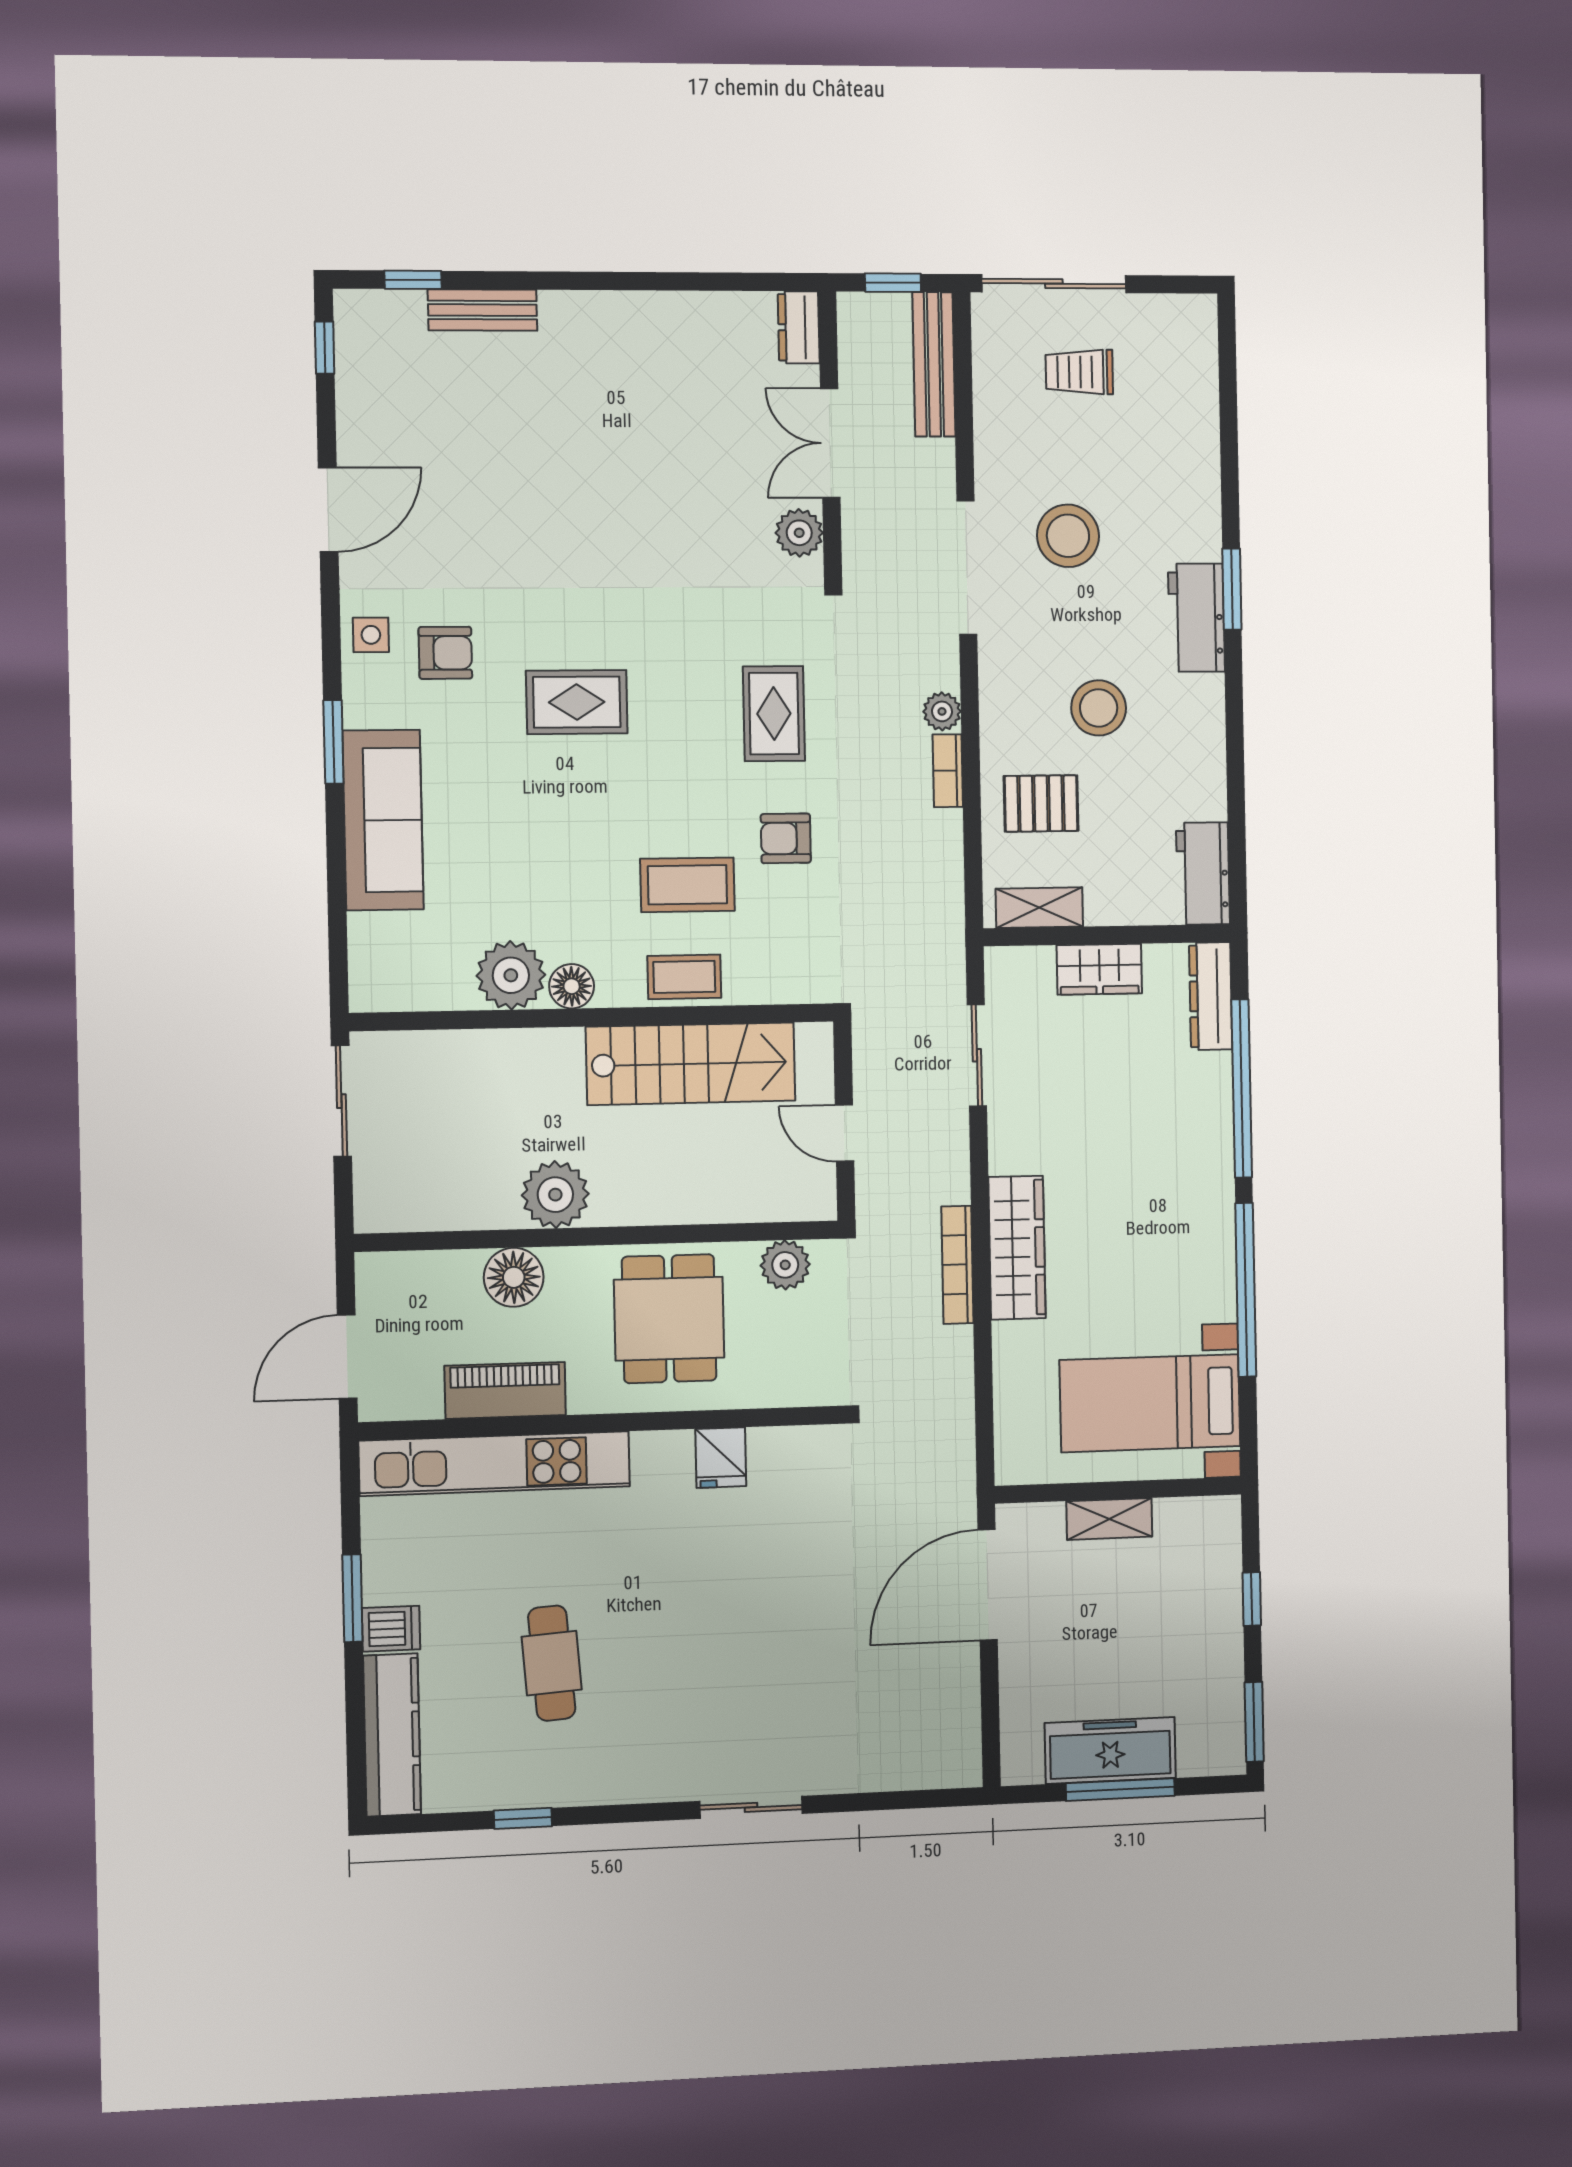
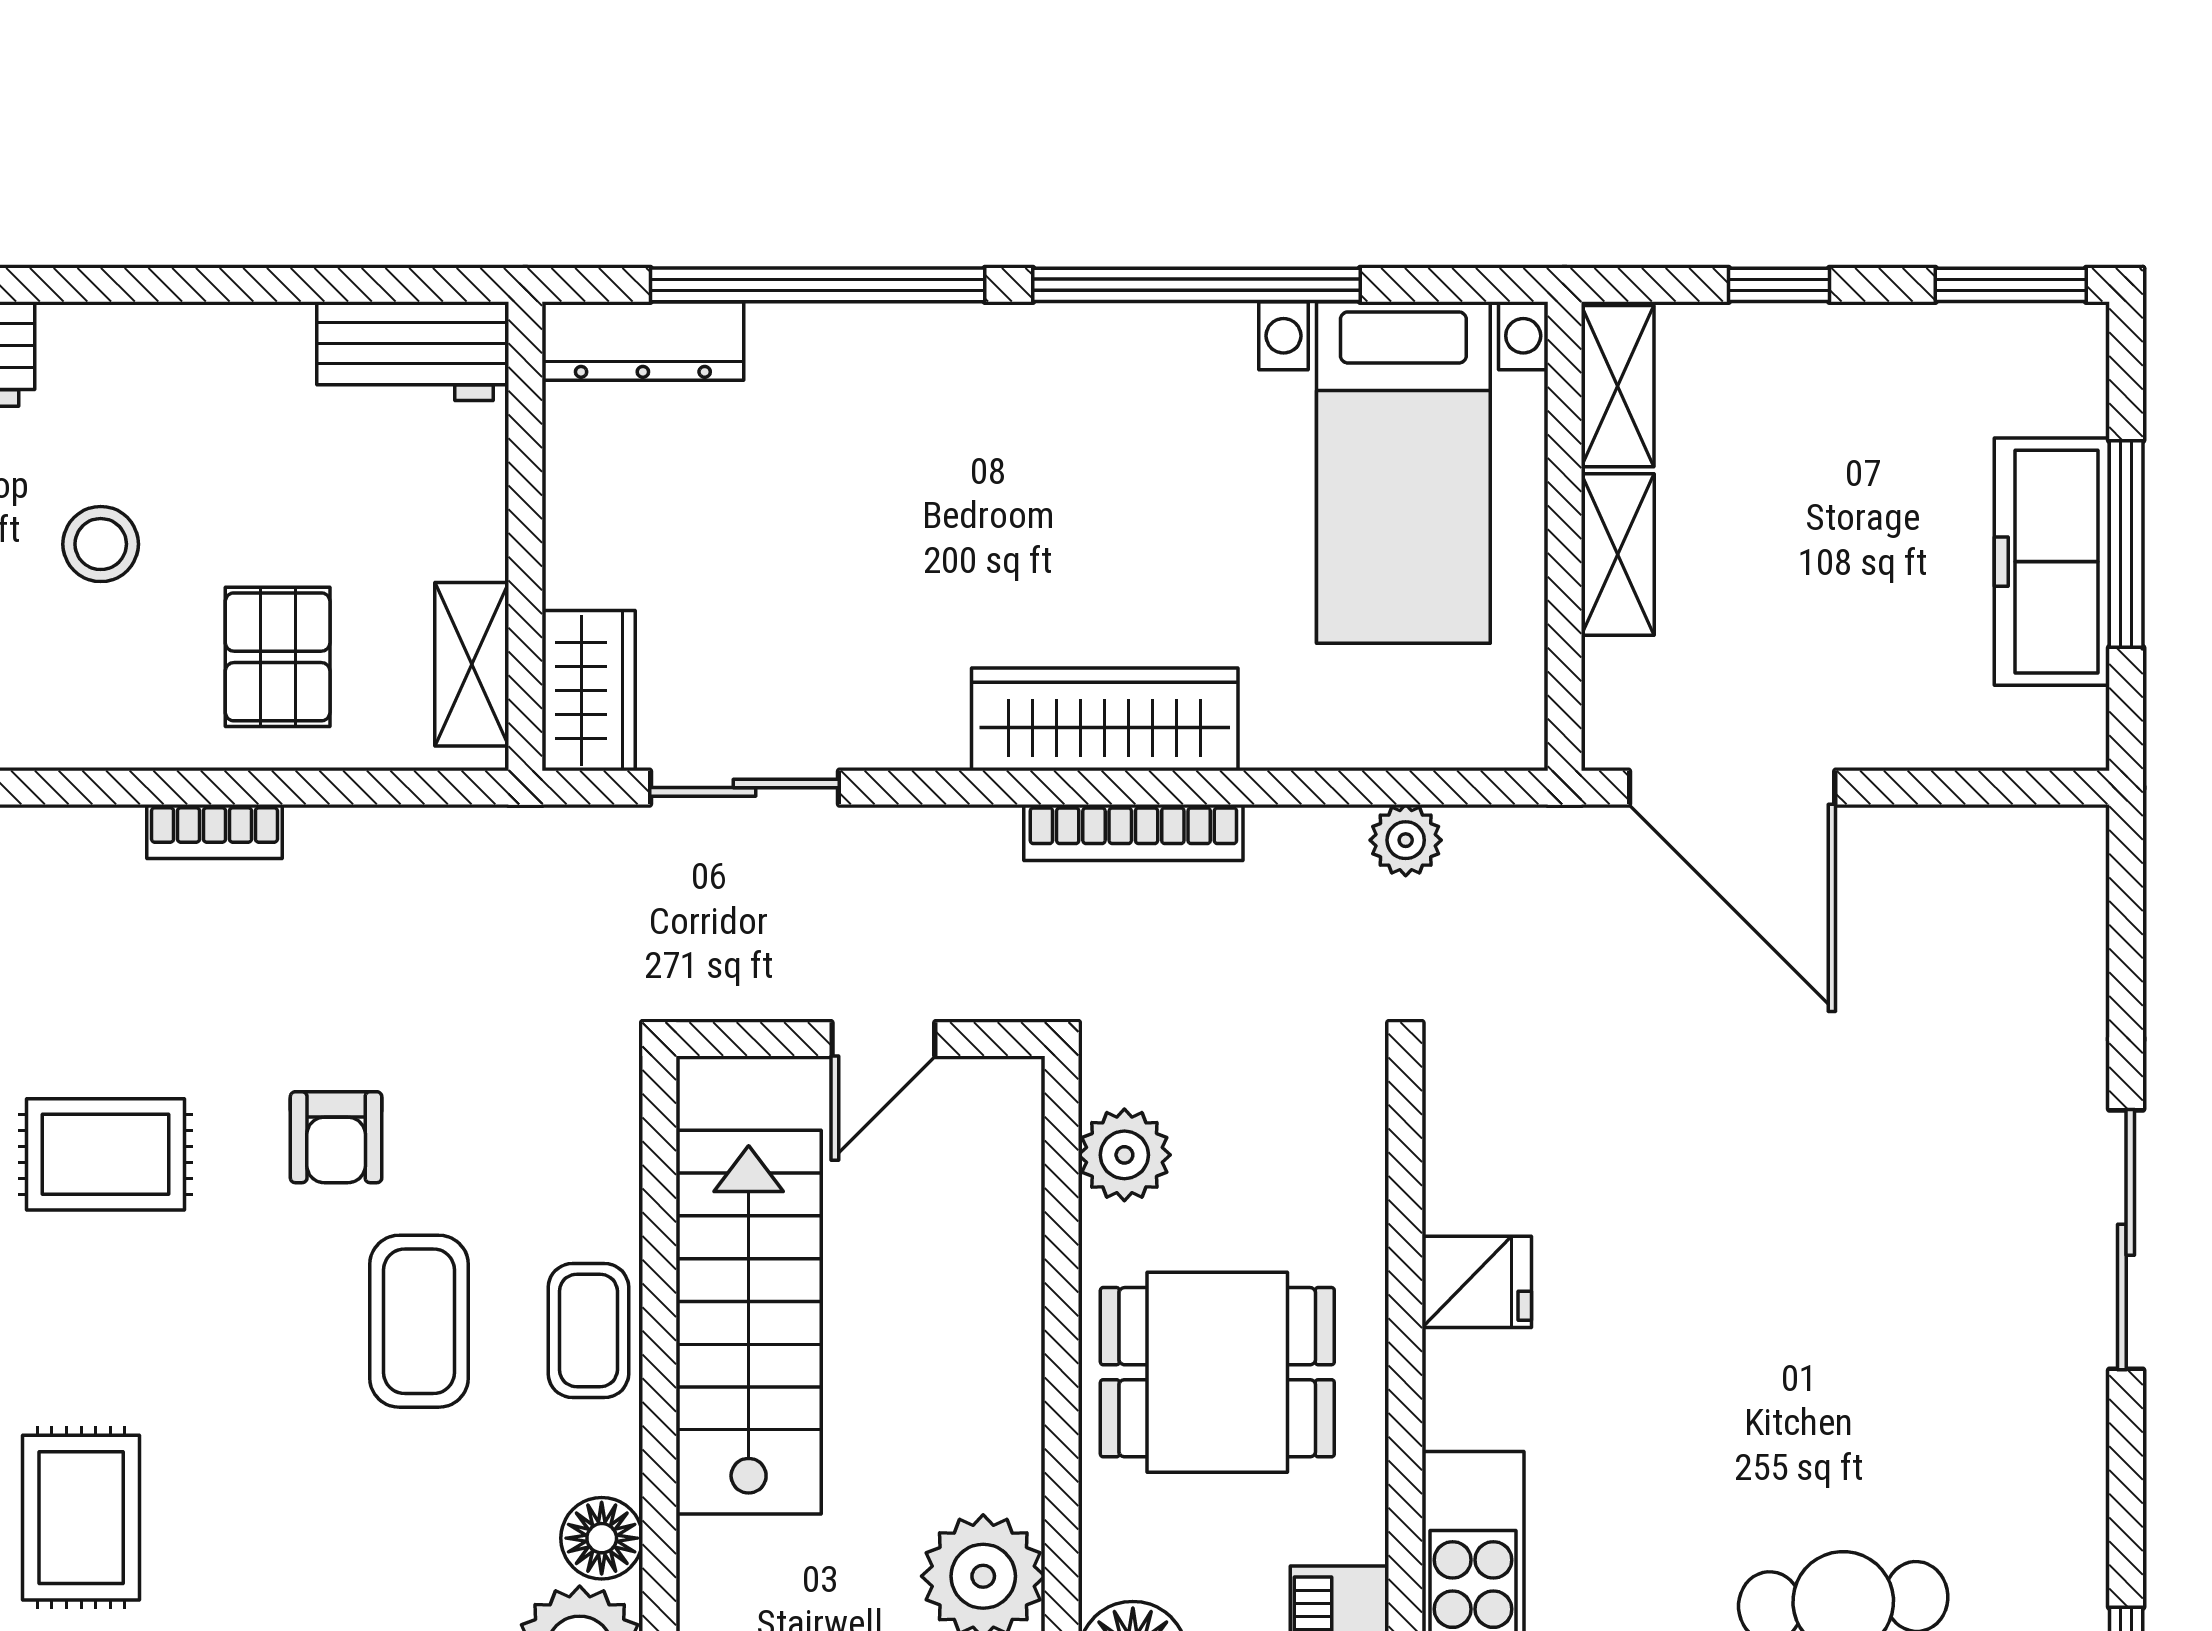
stool: (1099, 708) -> (101, 544), width x0.73, depth x0.73
plant: (942, 711) -> (1406, 840), moved
wardrobe: (1099, 969) -> (589, 691), moved
shelving: (1197, 1515) -> (1618, 386), added
sliding door: (751, 1807) -> (2126, 1240), width x1.37

